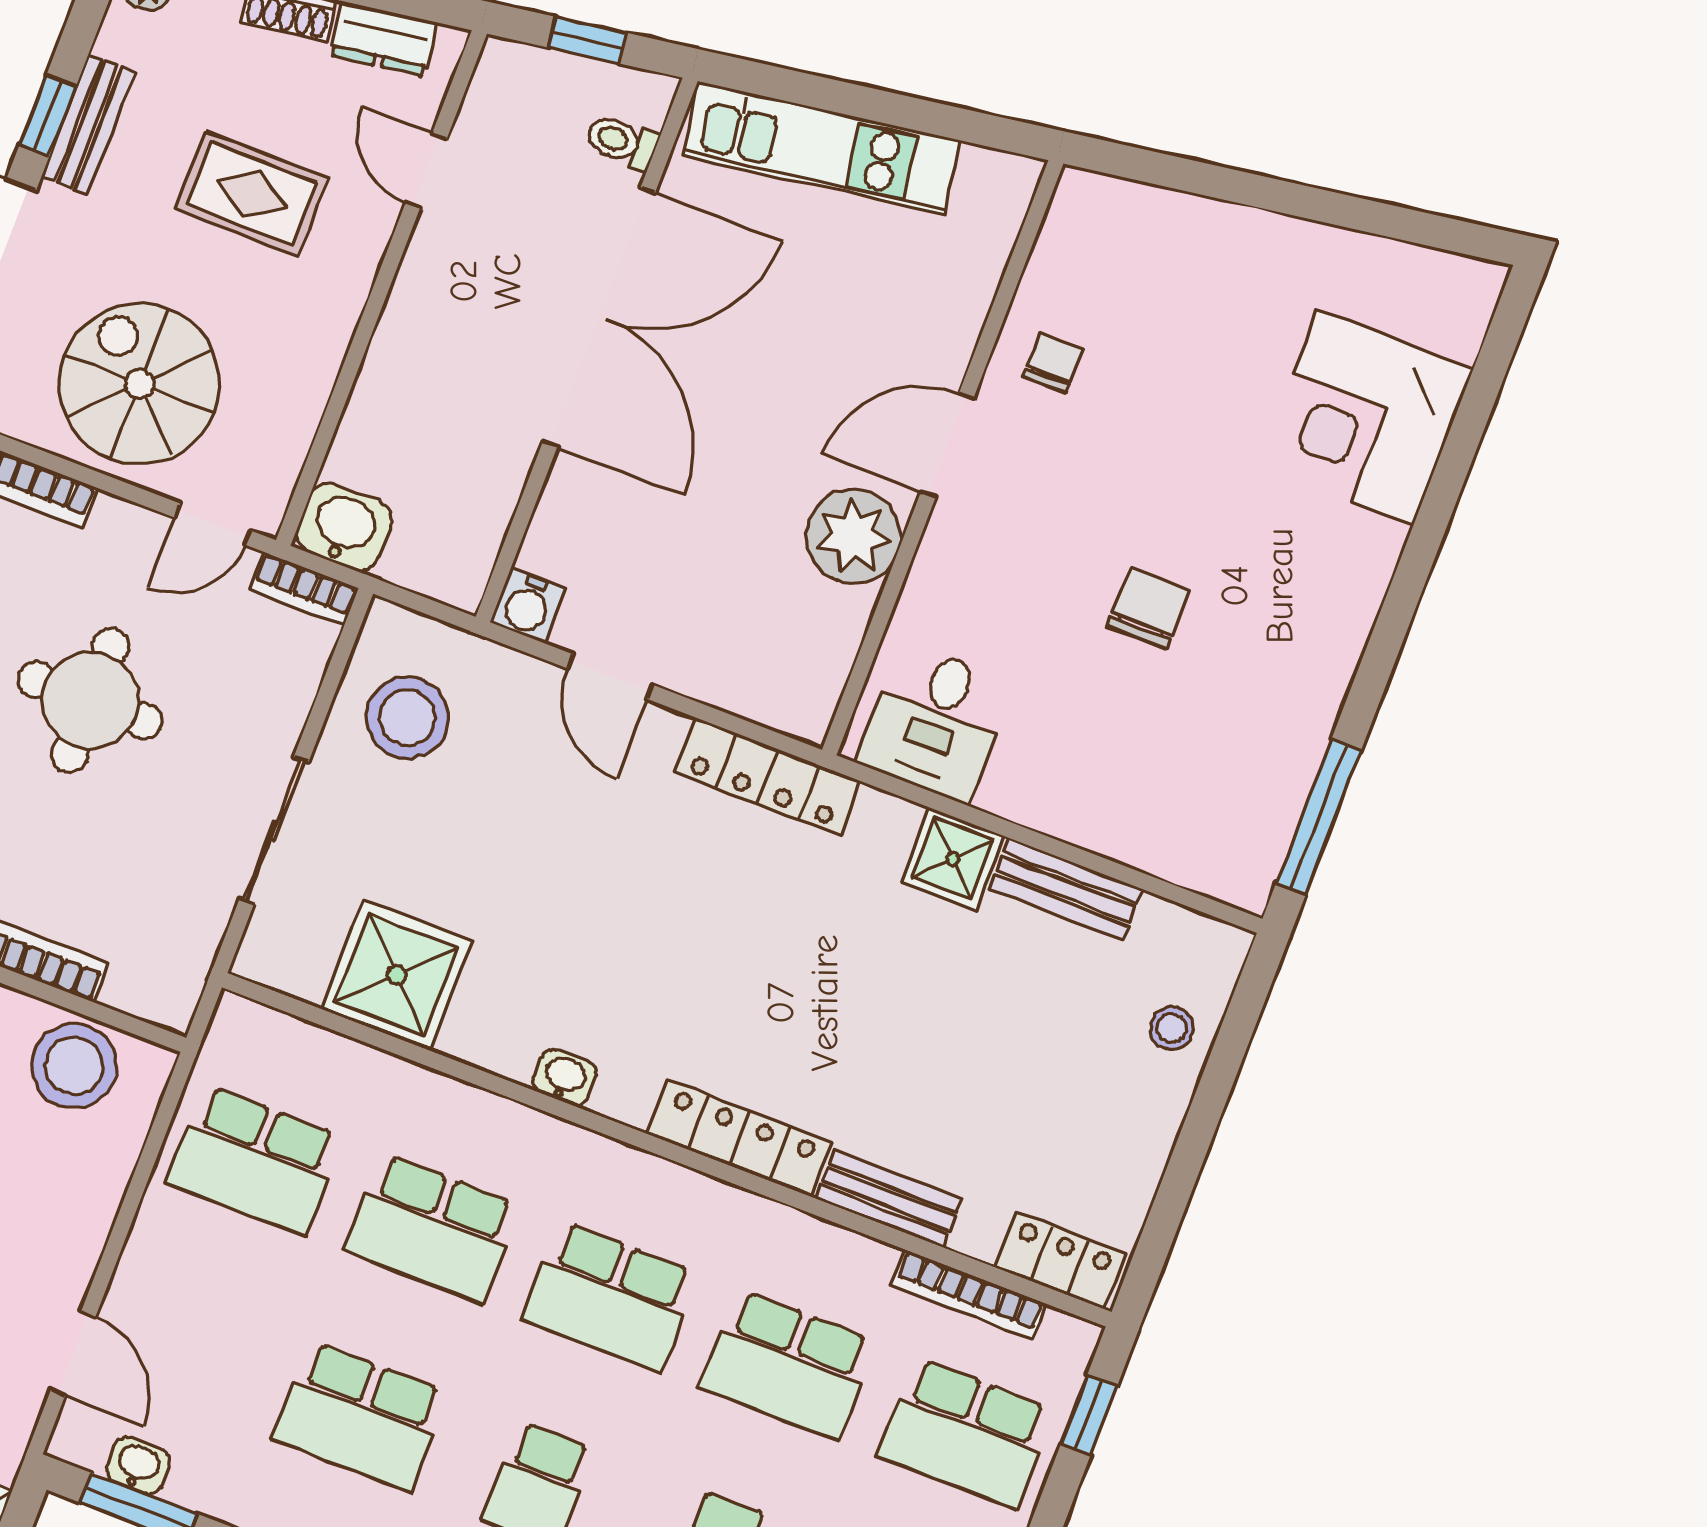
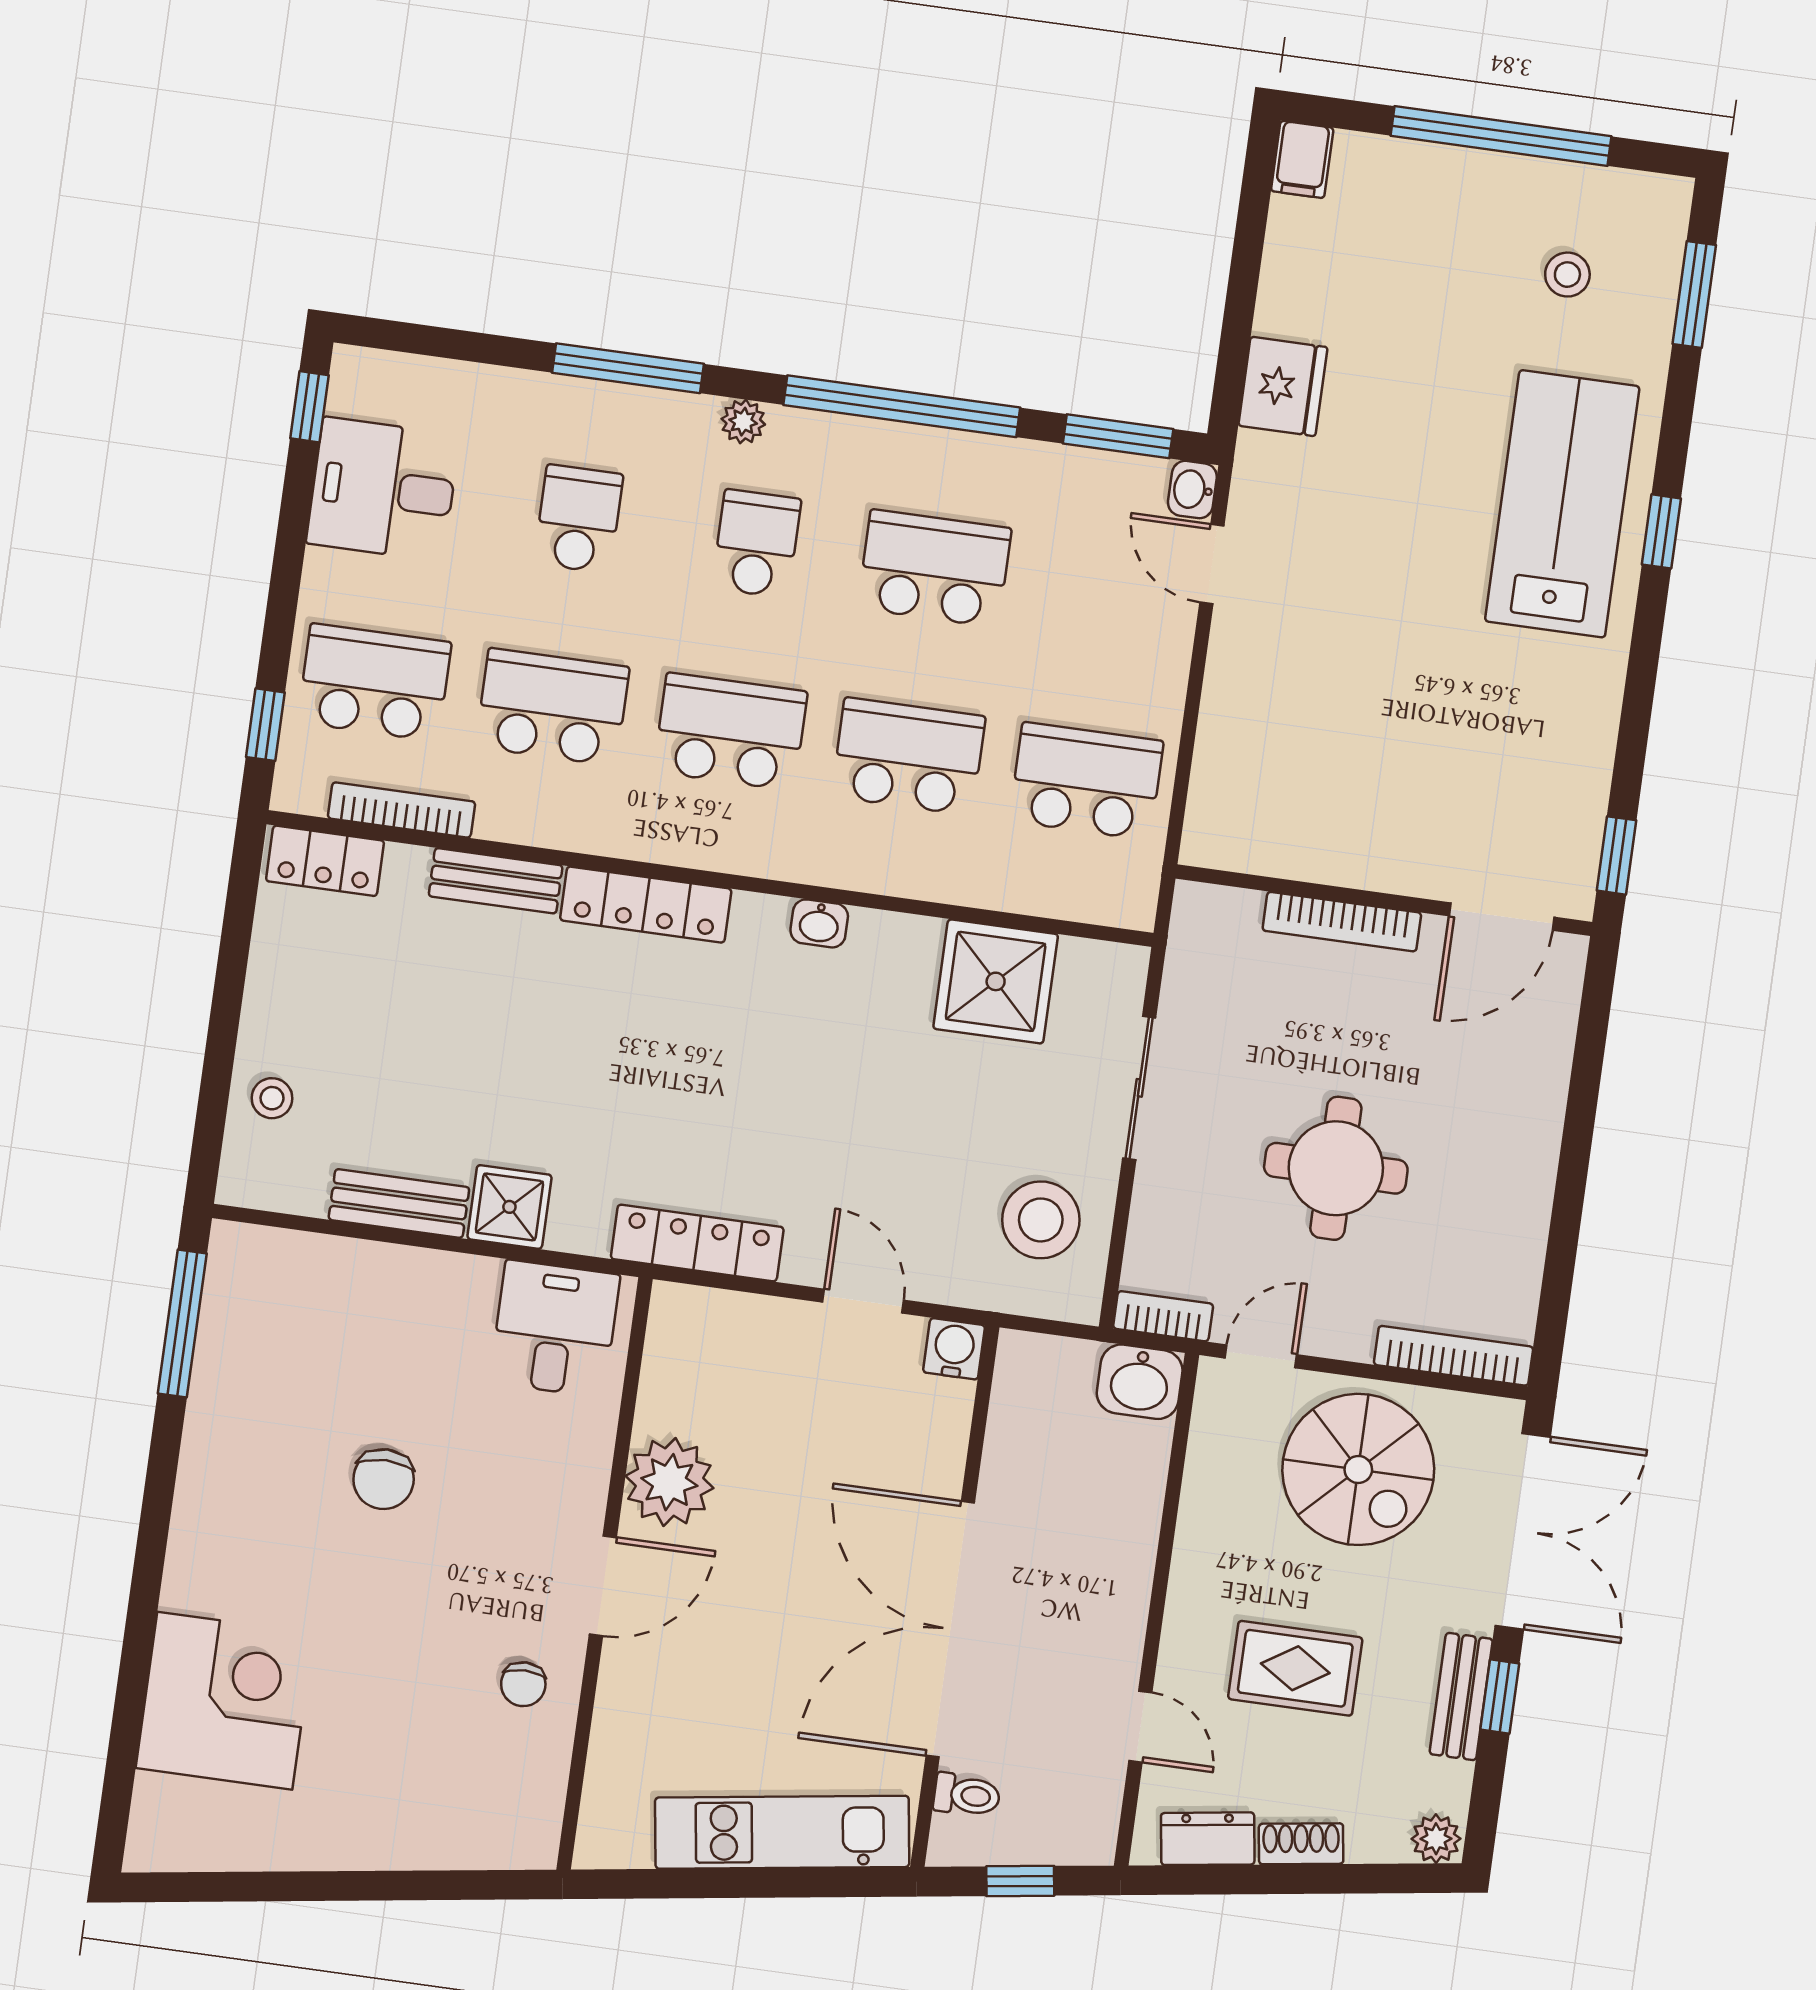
stool: (74, 1066) -> (1272, 829), removed
washbasin: (138, 1465) -> (1192, 490), moved, turned 90

